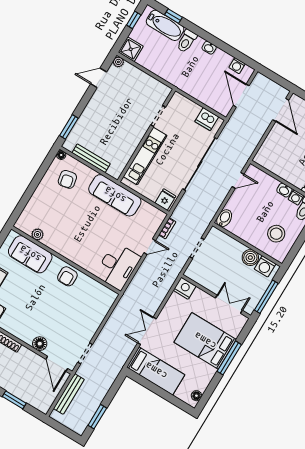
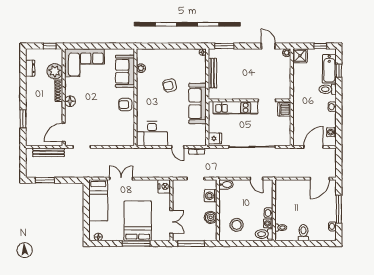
dishwasher: (207, 119) -> (284, 109), moved
armchair: (67, 179) -> (170, 85), moved
washing machine: (265, 266) -> (211, 196), moved
floor lamp: (40, 344) -> (70, 101), moved

